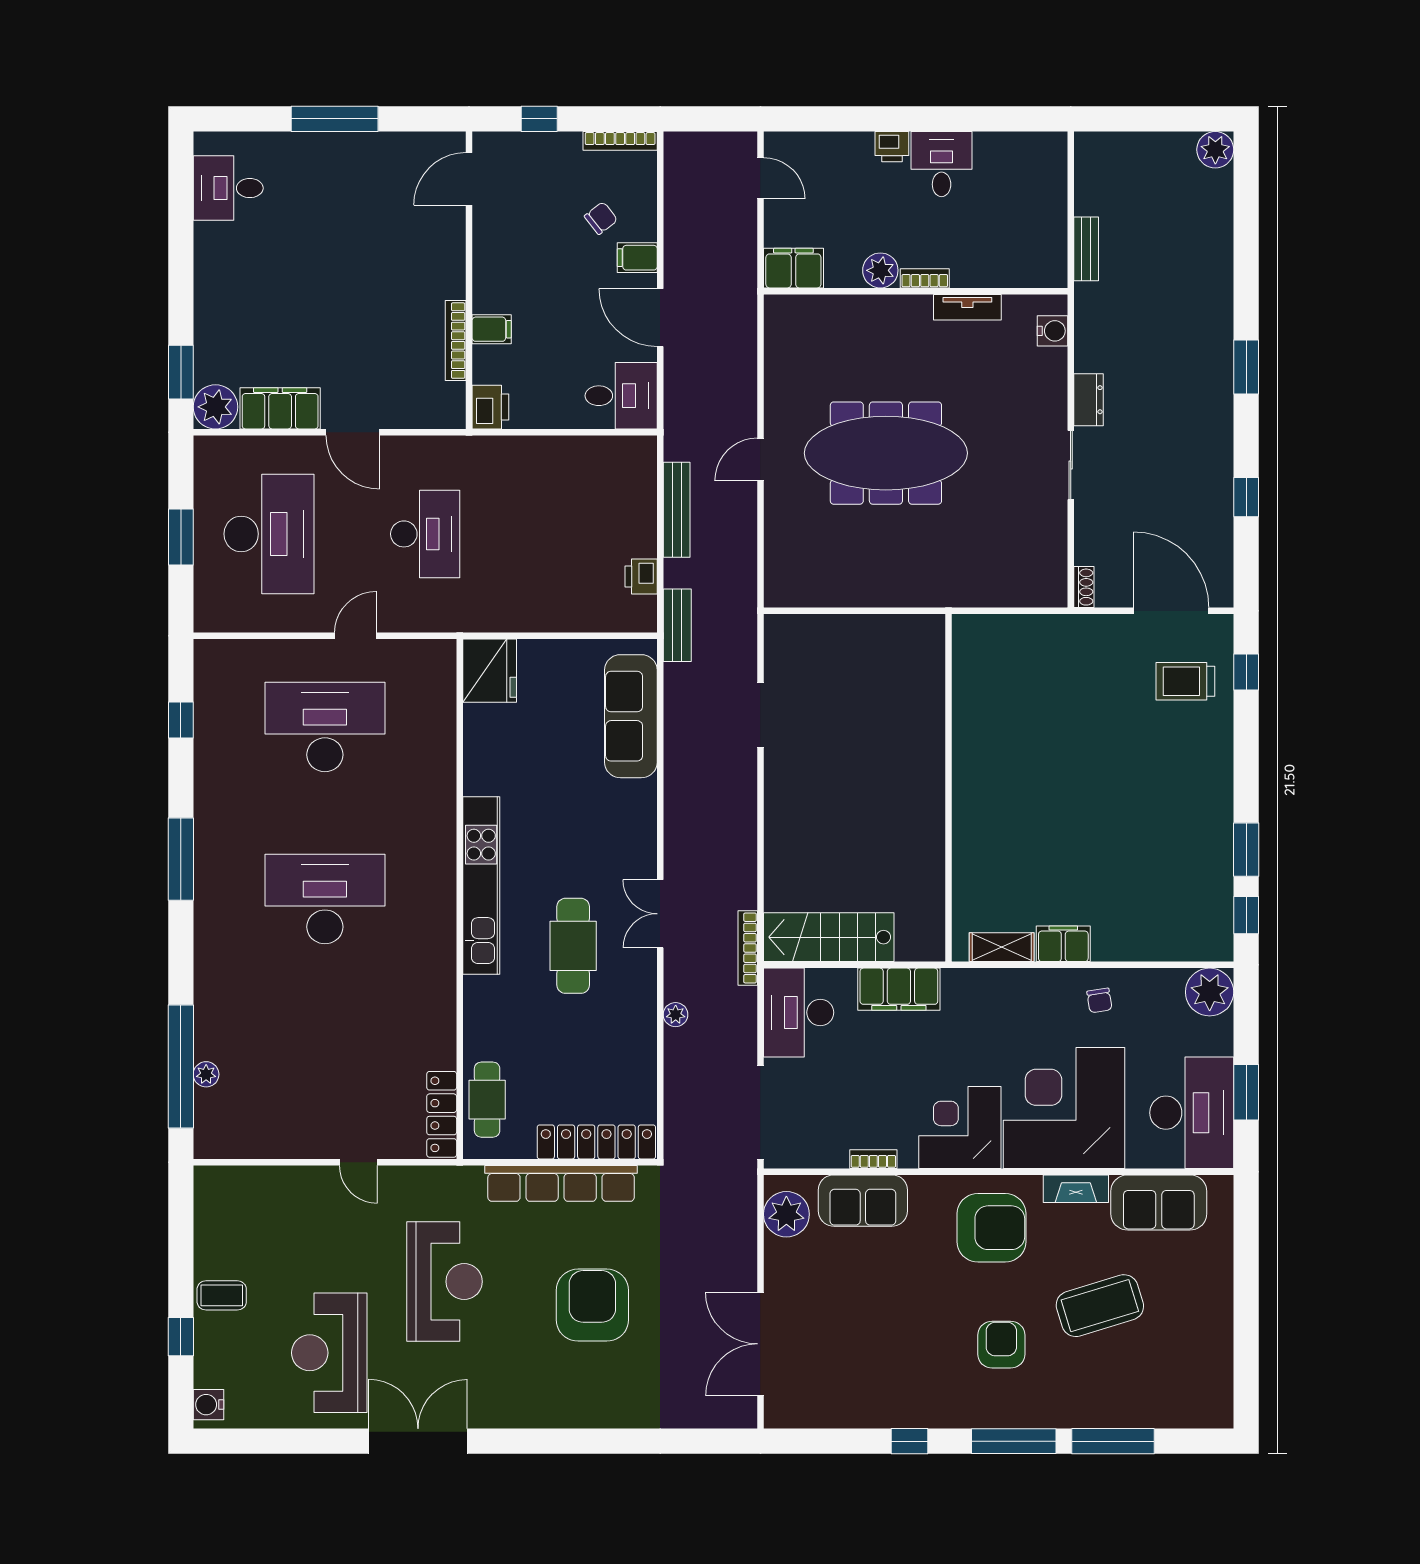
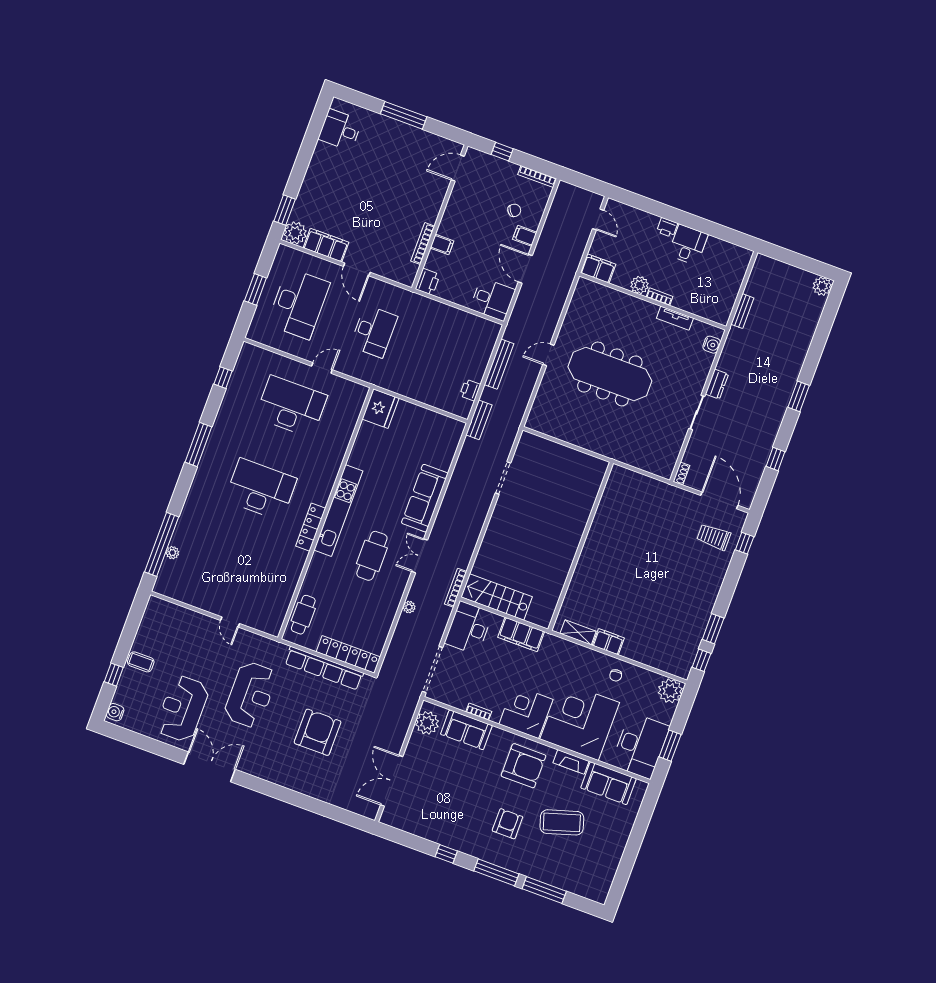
sofa: (631, 716) -> (425, 498), moved
locker: (442, 1114) -> (311, 527), moved

